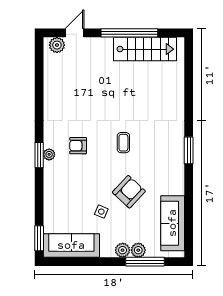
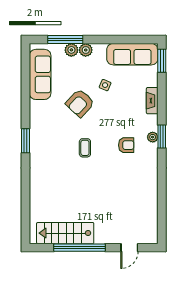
plant: (57, 45) -> (145, 237), removed
fireplace: (50, 194) -> (152, 101), added

